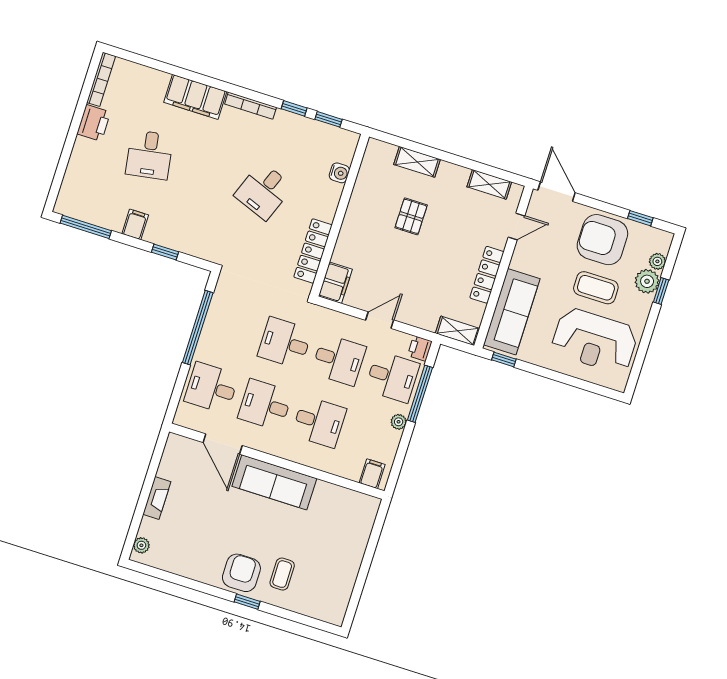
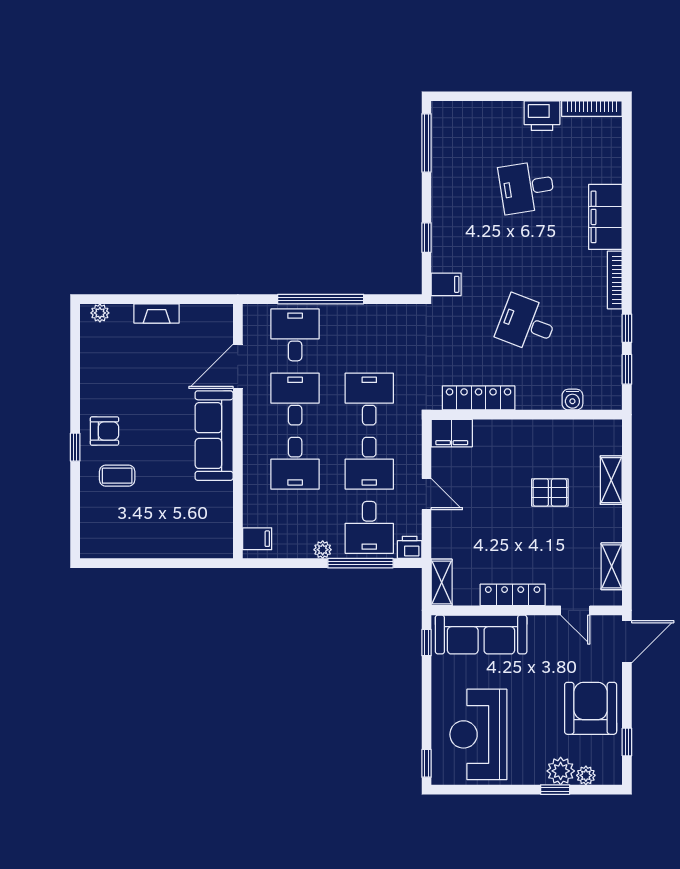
filing cabinet: (135, 224) -> (446, 284), moved
coffee table: (596, 288) -> (536, 718), removed
window: (198, 328) -> (321, 299), moved
window: (605, 392) -> (426, 763), added
armchair: (241, 573) -> (104, 431), width x0.72, depth x0.72

